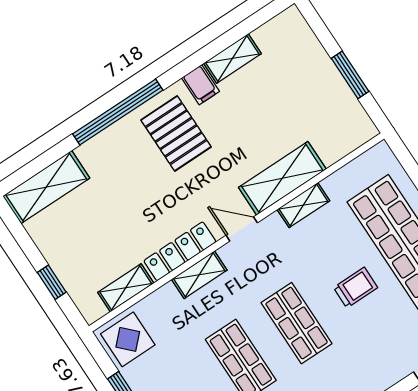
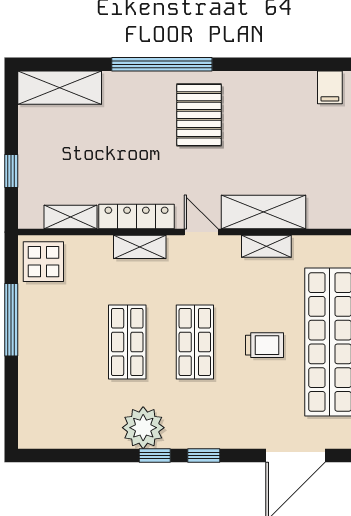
shelving: (232, 58) -> (288, 83), removed
filing cabinet: (200, 85) -> (330, 87), moved

